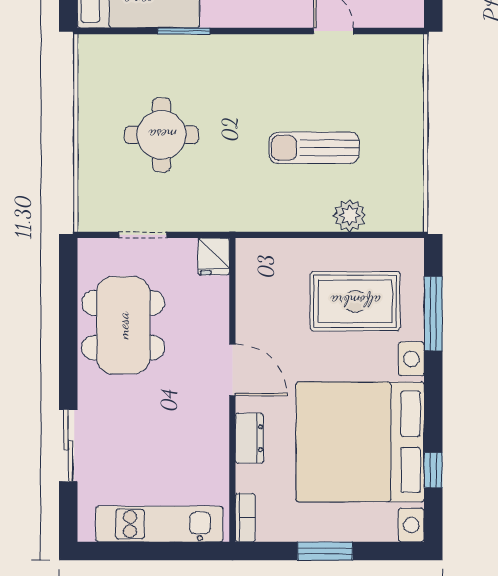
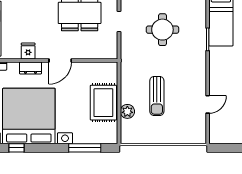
sun lounger: (314, 148) -> (157, 96), turned 180
fridge: (214, 256) -> (28, 51), moved, turned 90
rug: (355, 301) -> (103, 103), moved

